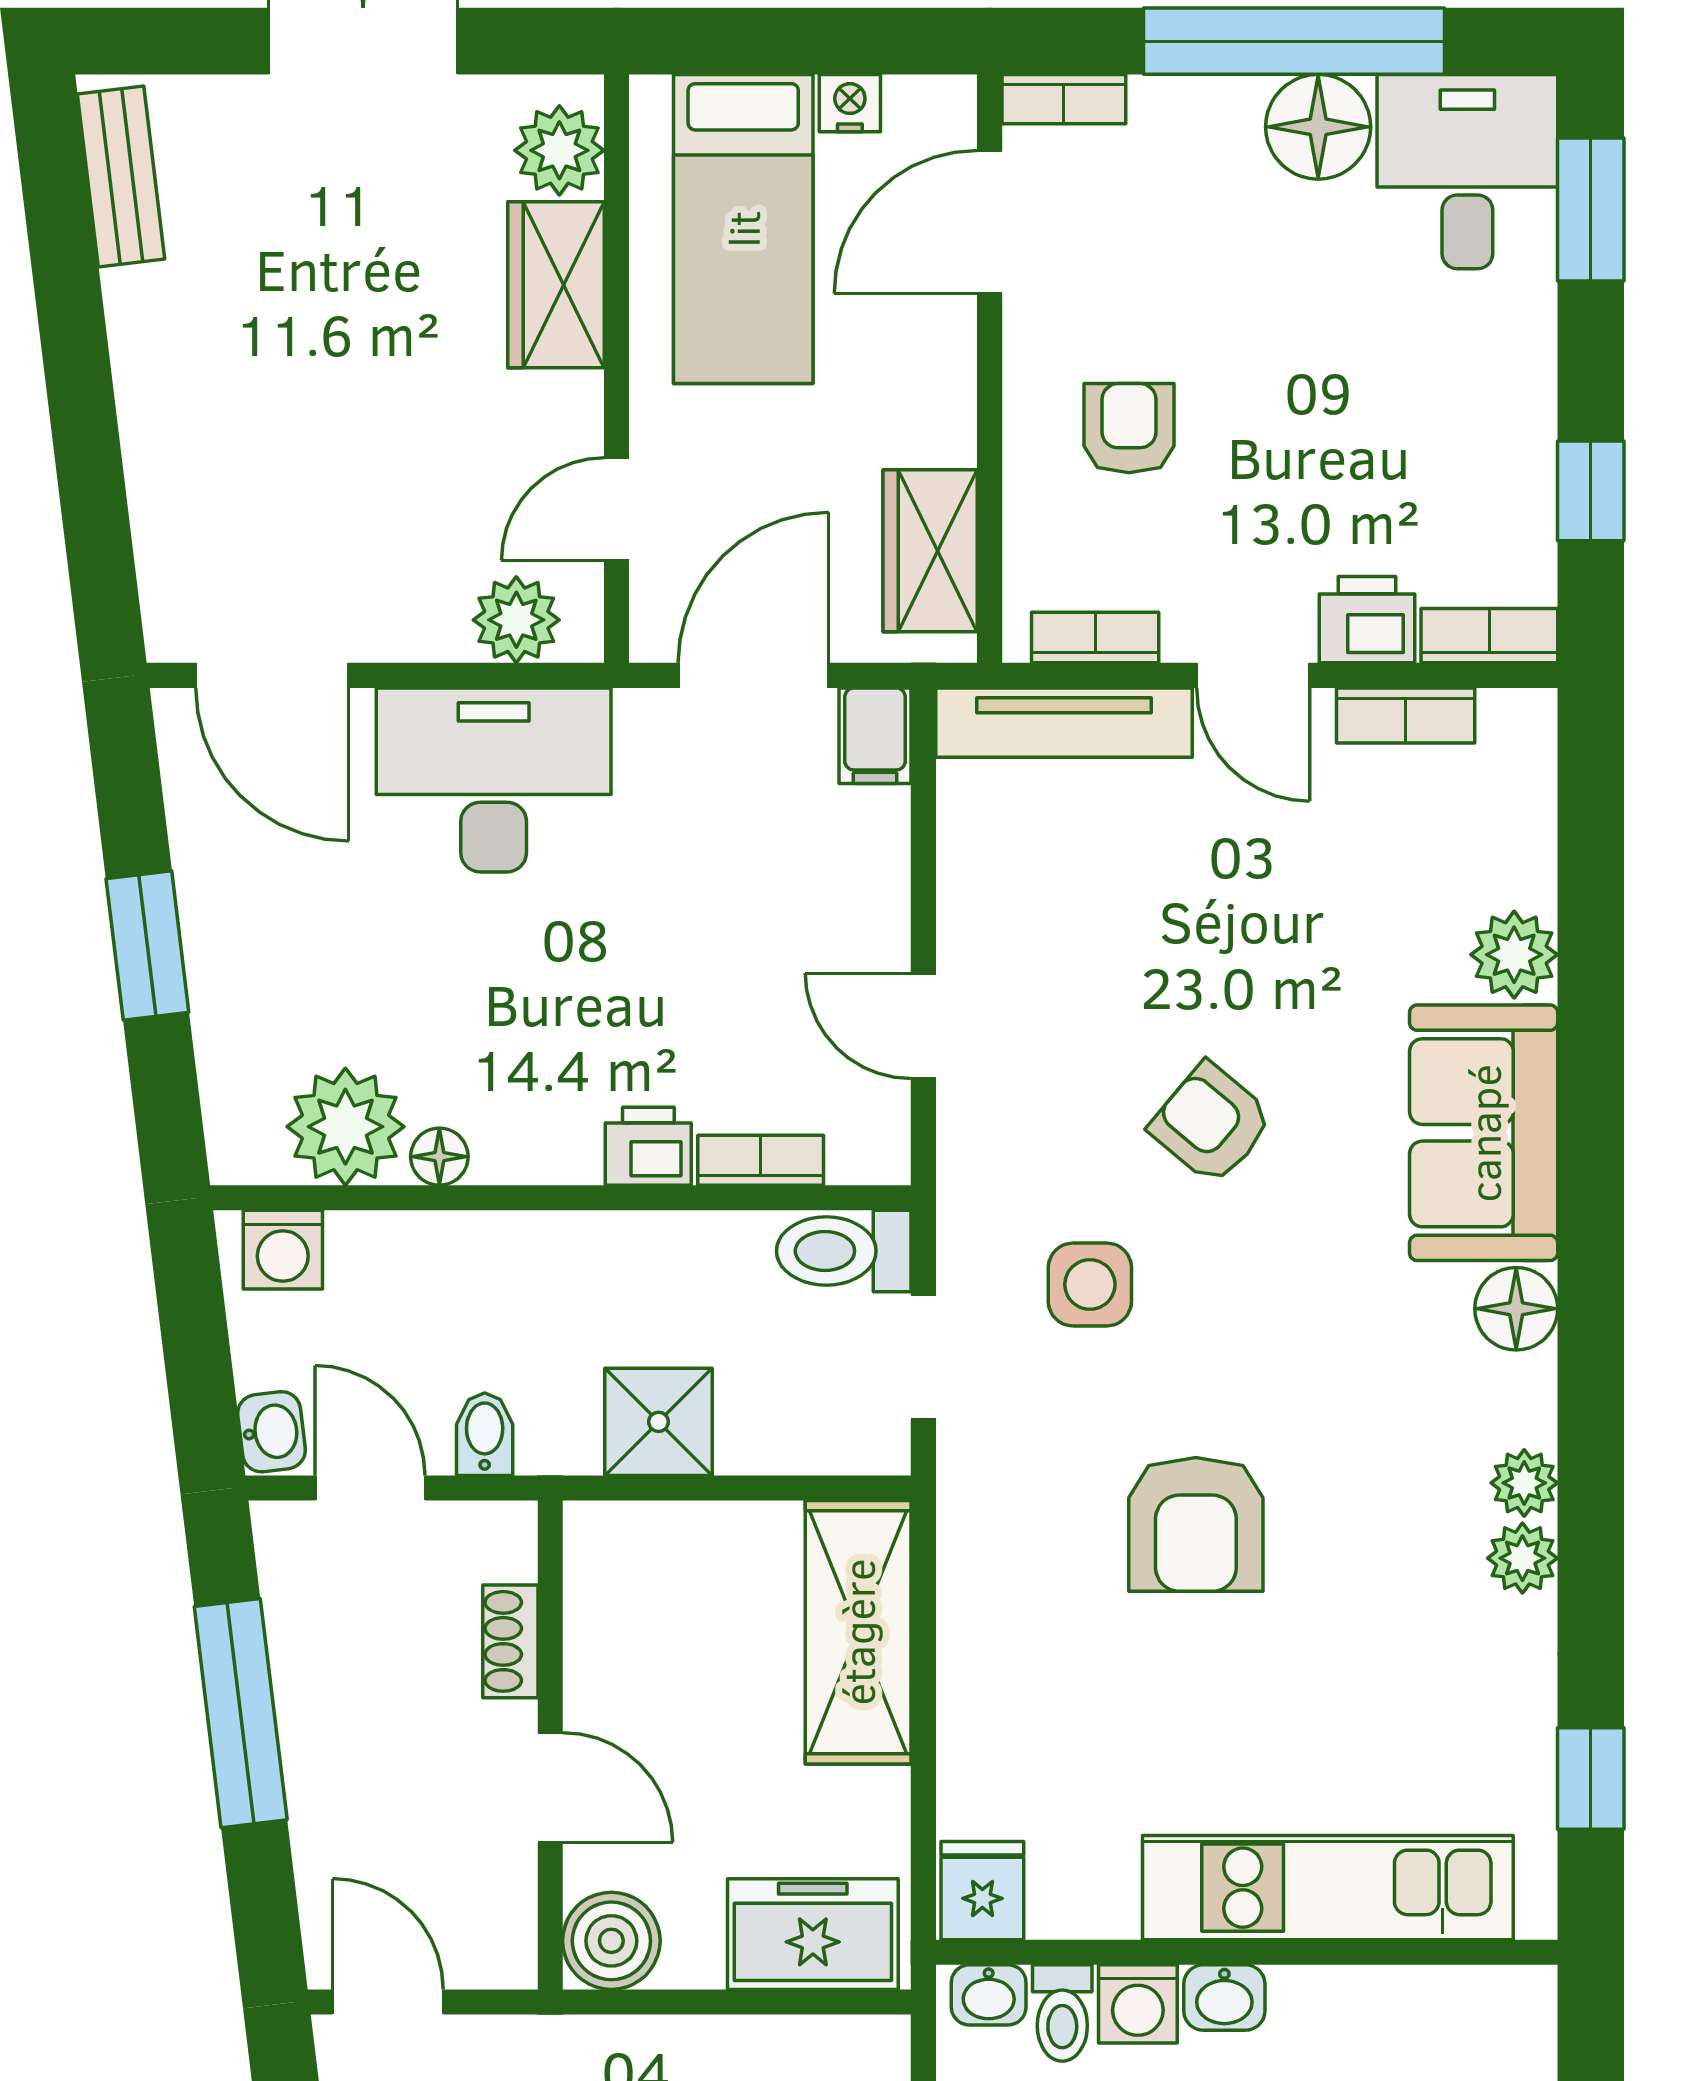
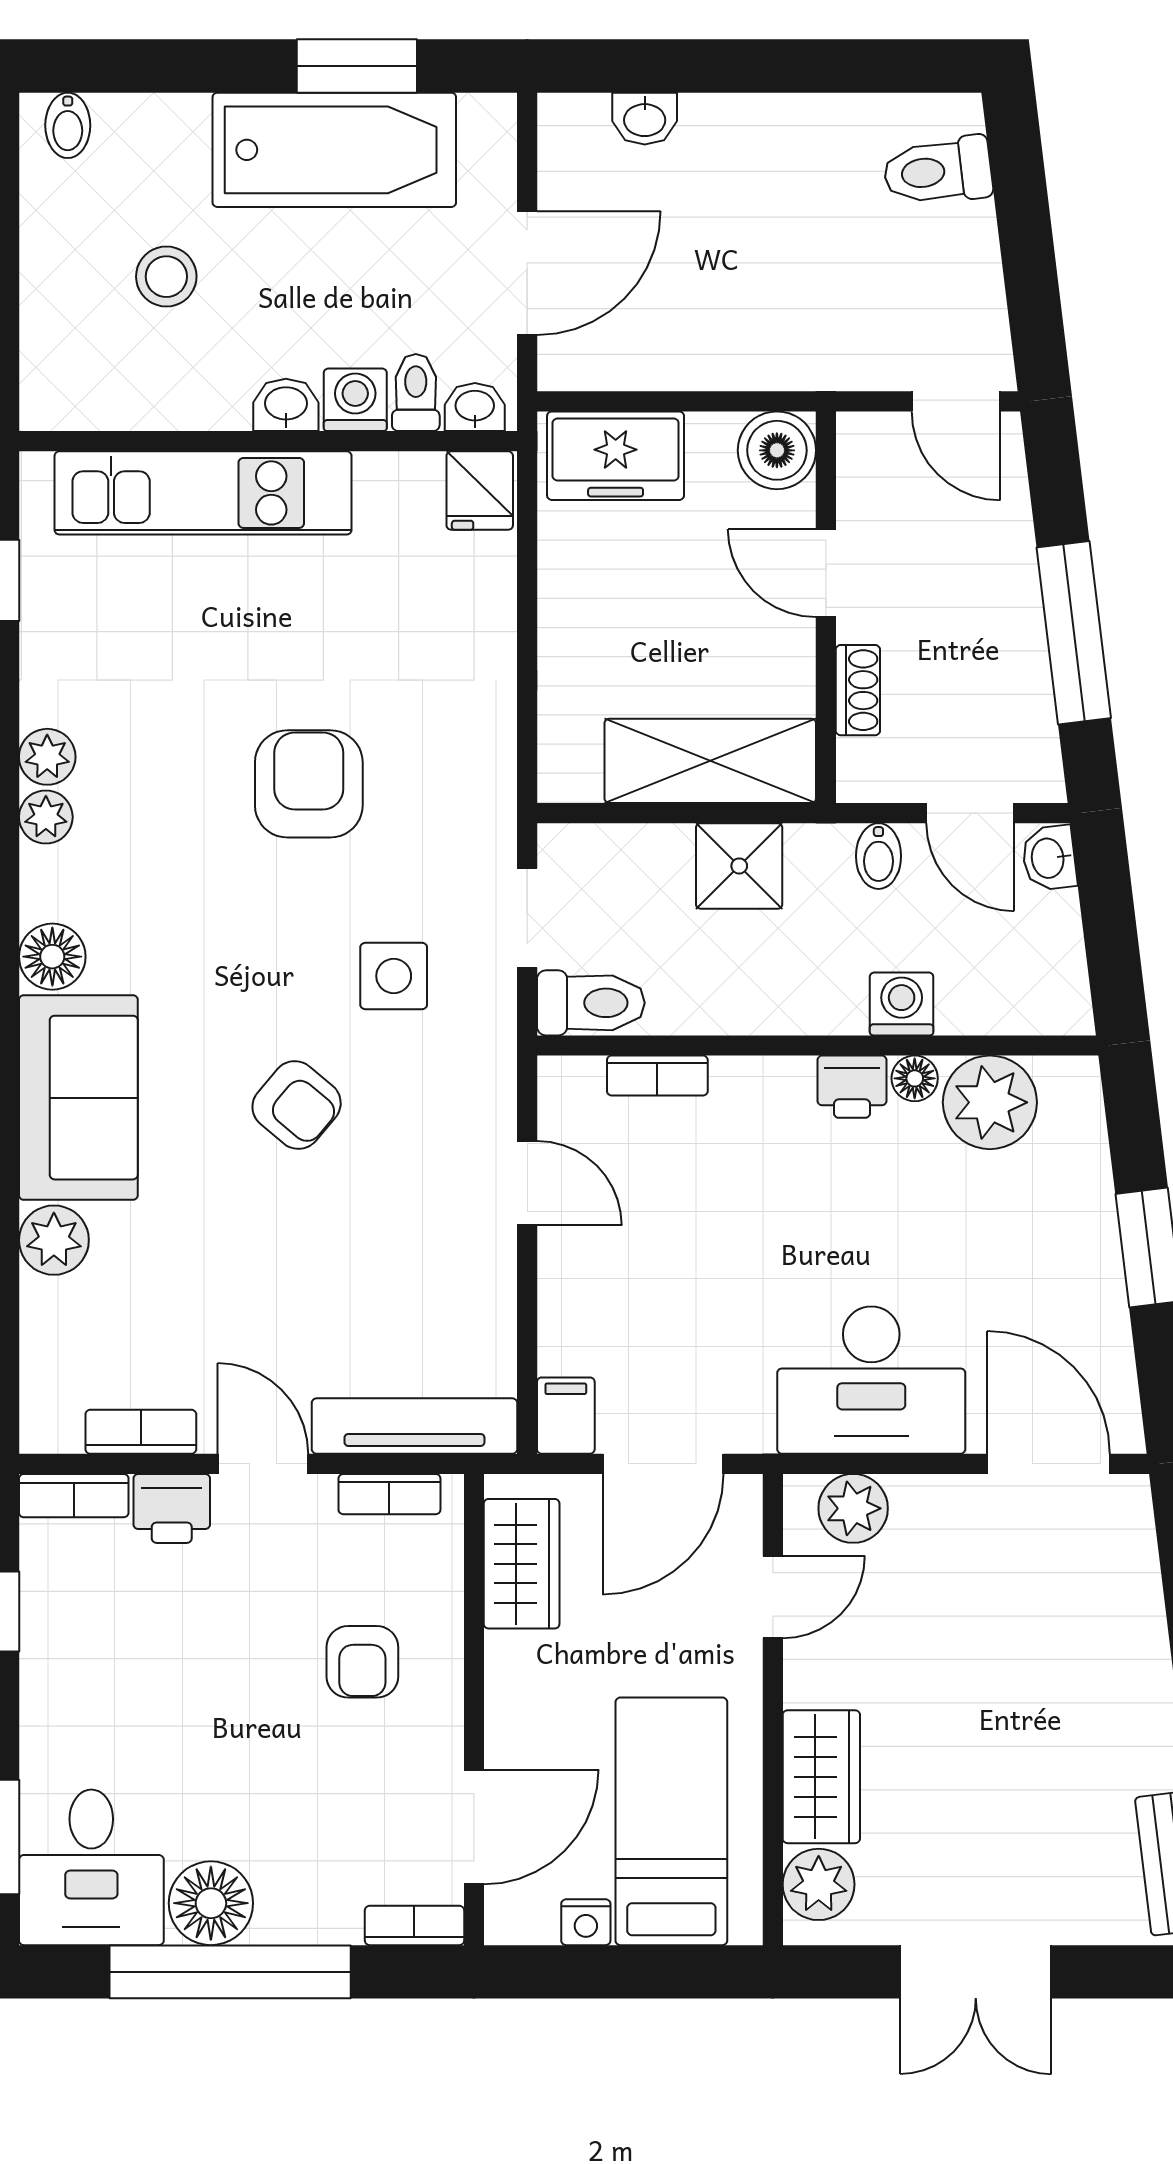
printer: (648, 1146) -> (852, 1087), moved
washing machine: (283, 1250) -> (902, 1004), moved
shelving: (858, 1632) -> (710, 761), moved, turned 90

